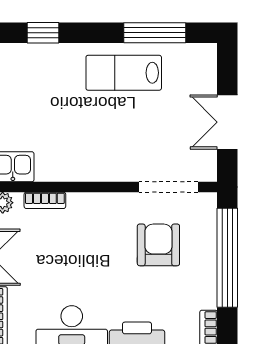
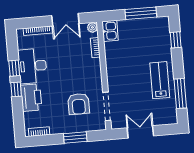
armchair: (158, 245) -> (79, 104), turned 90
window: (227, 258) -> (75, 137), width x0.47

